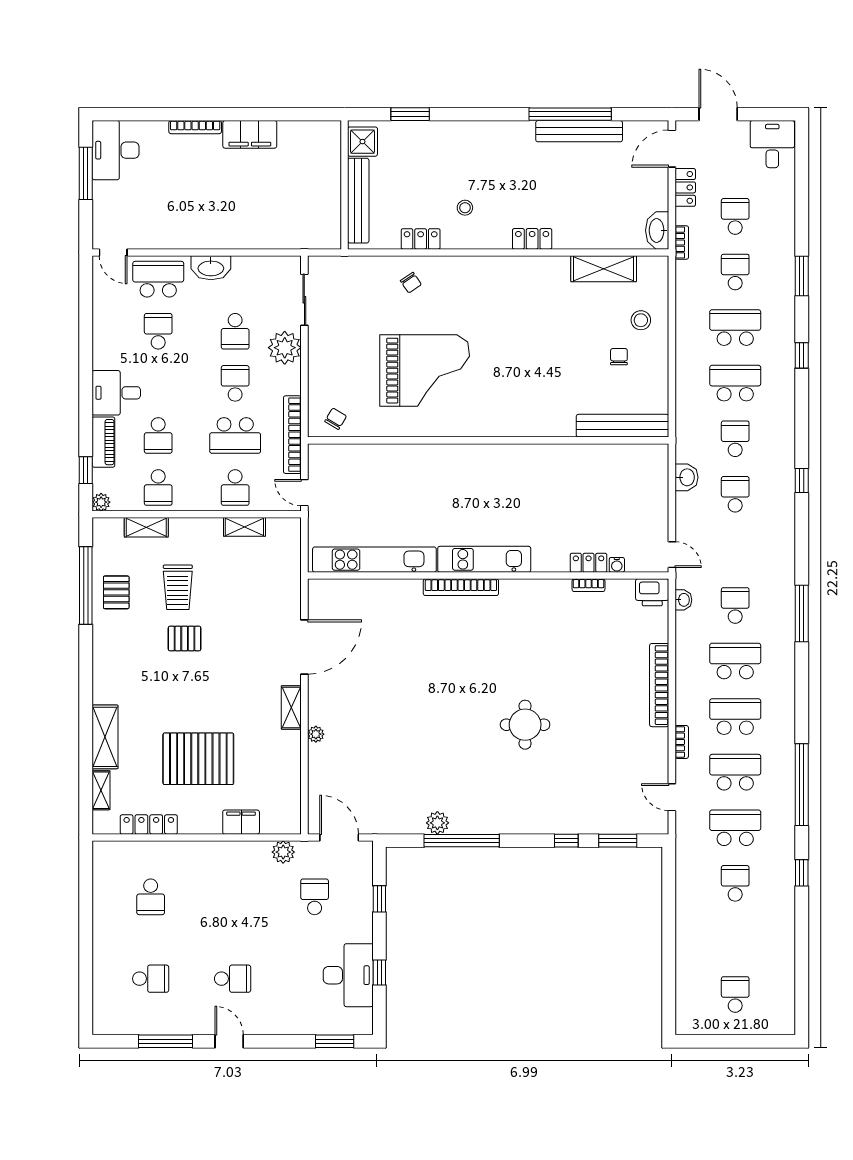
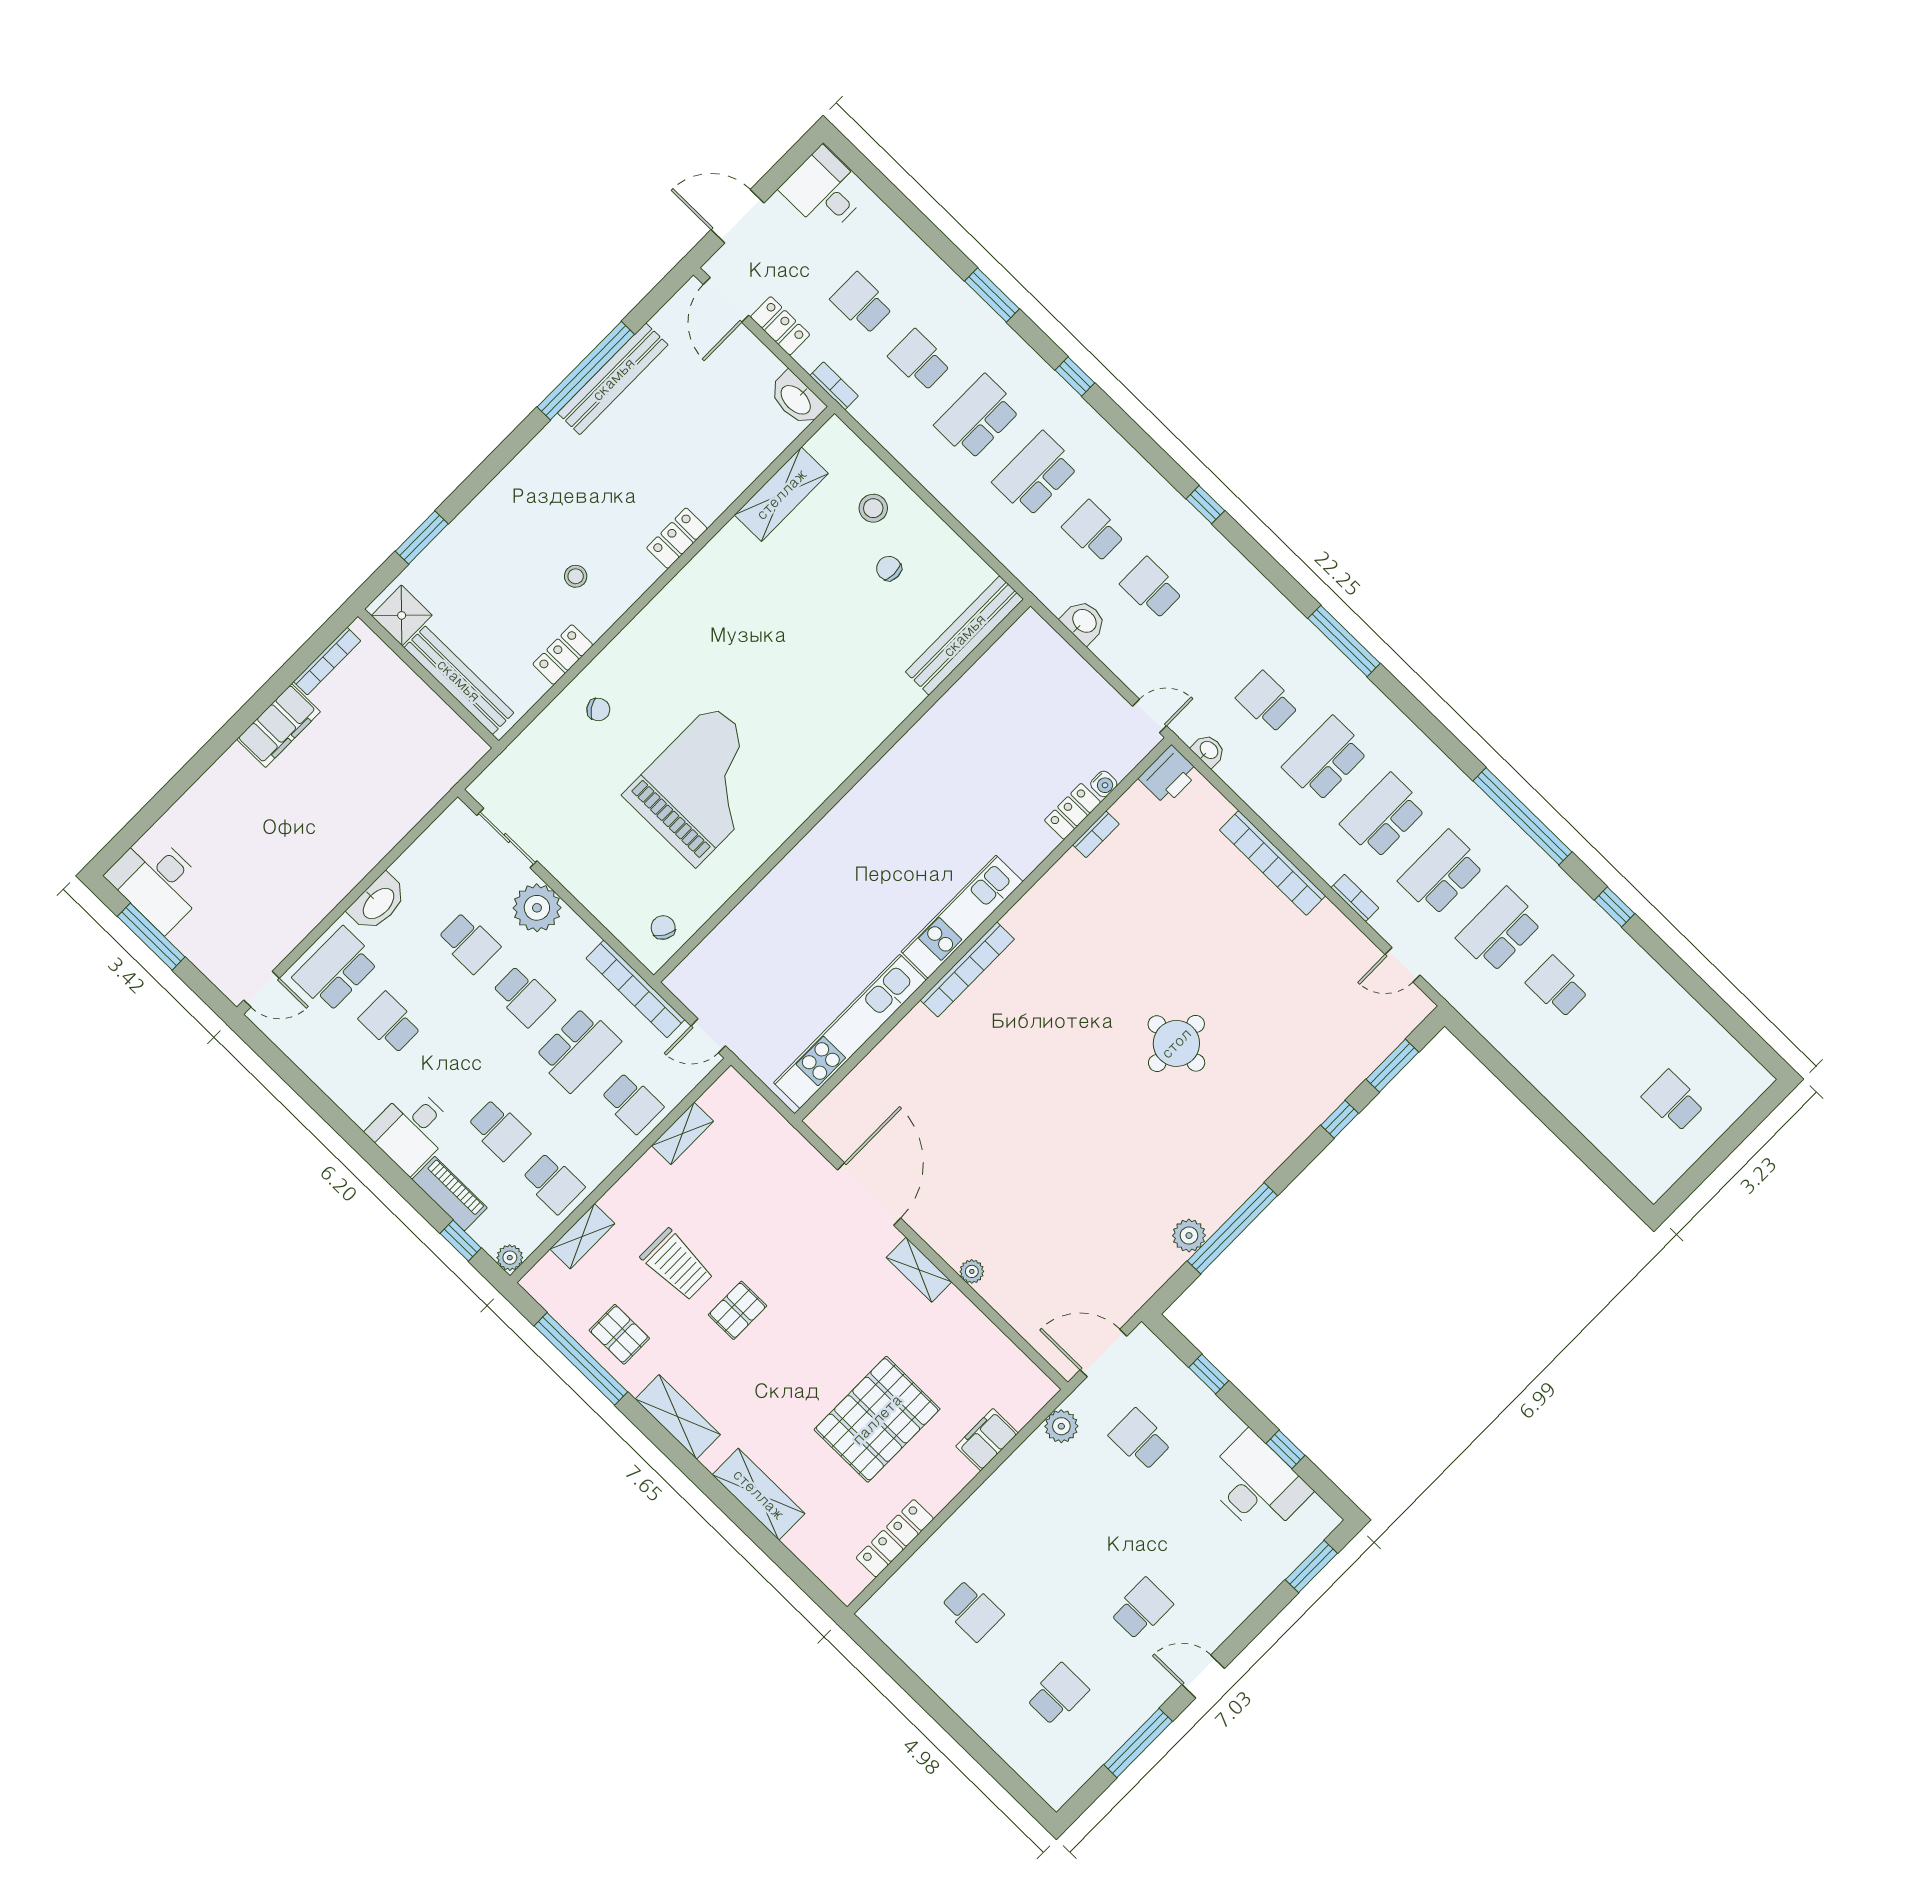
bookcase: (195, 127) -> (327, 661), moved
school desk: (235, 383) -> (523, 996), turned 180
shelving: (101, 790) -> (678, 1417), moved, width x1.50, depth x1.33

